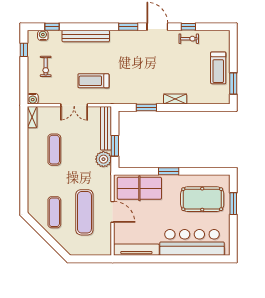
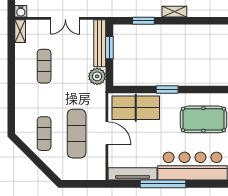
window: (115, 146) -> (109, 48), moved
window: (165, 259) -> (163, 184), added

